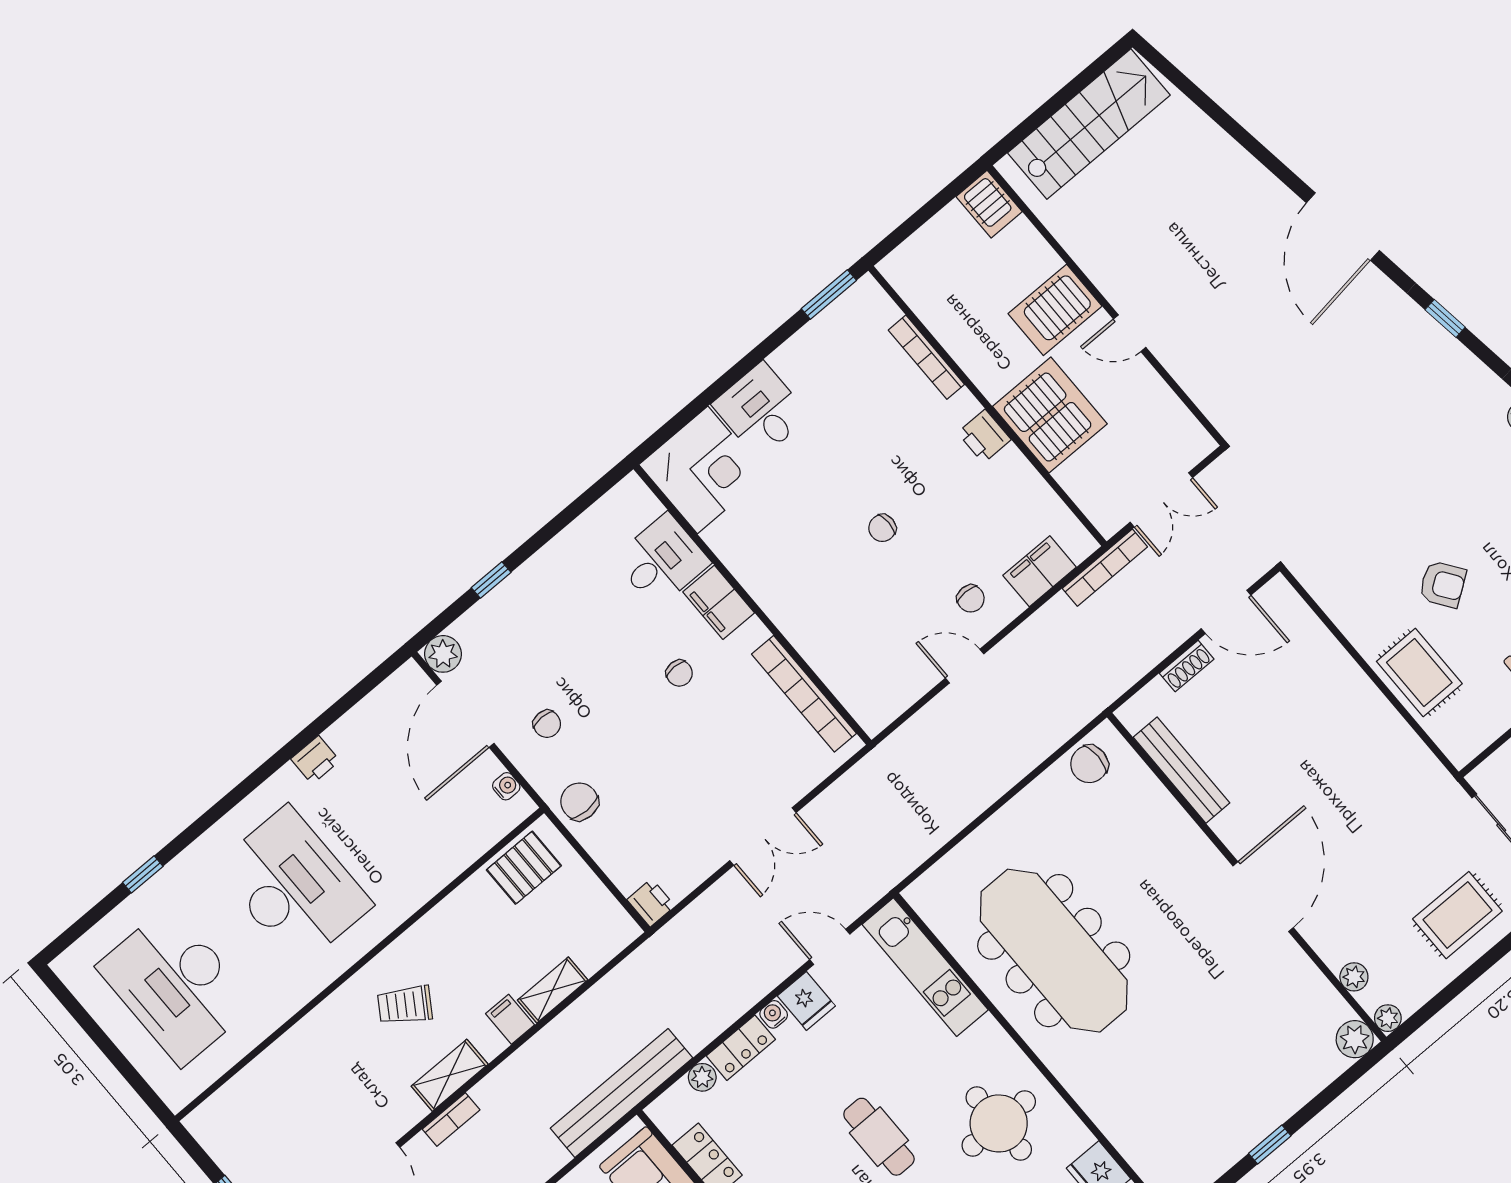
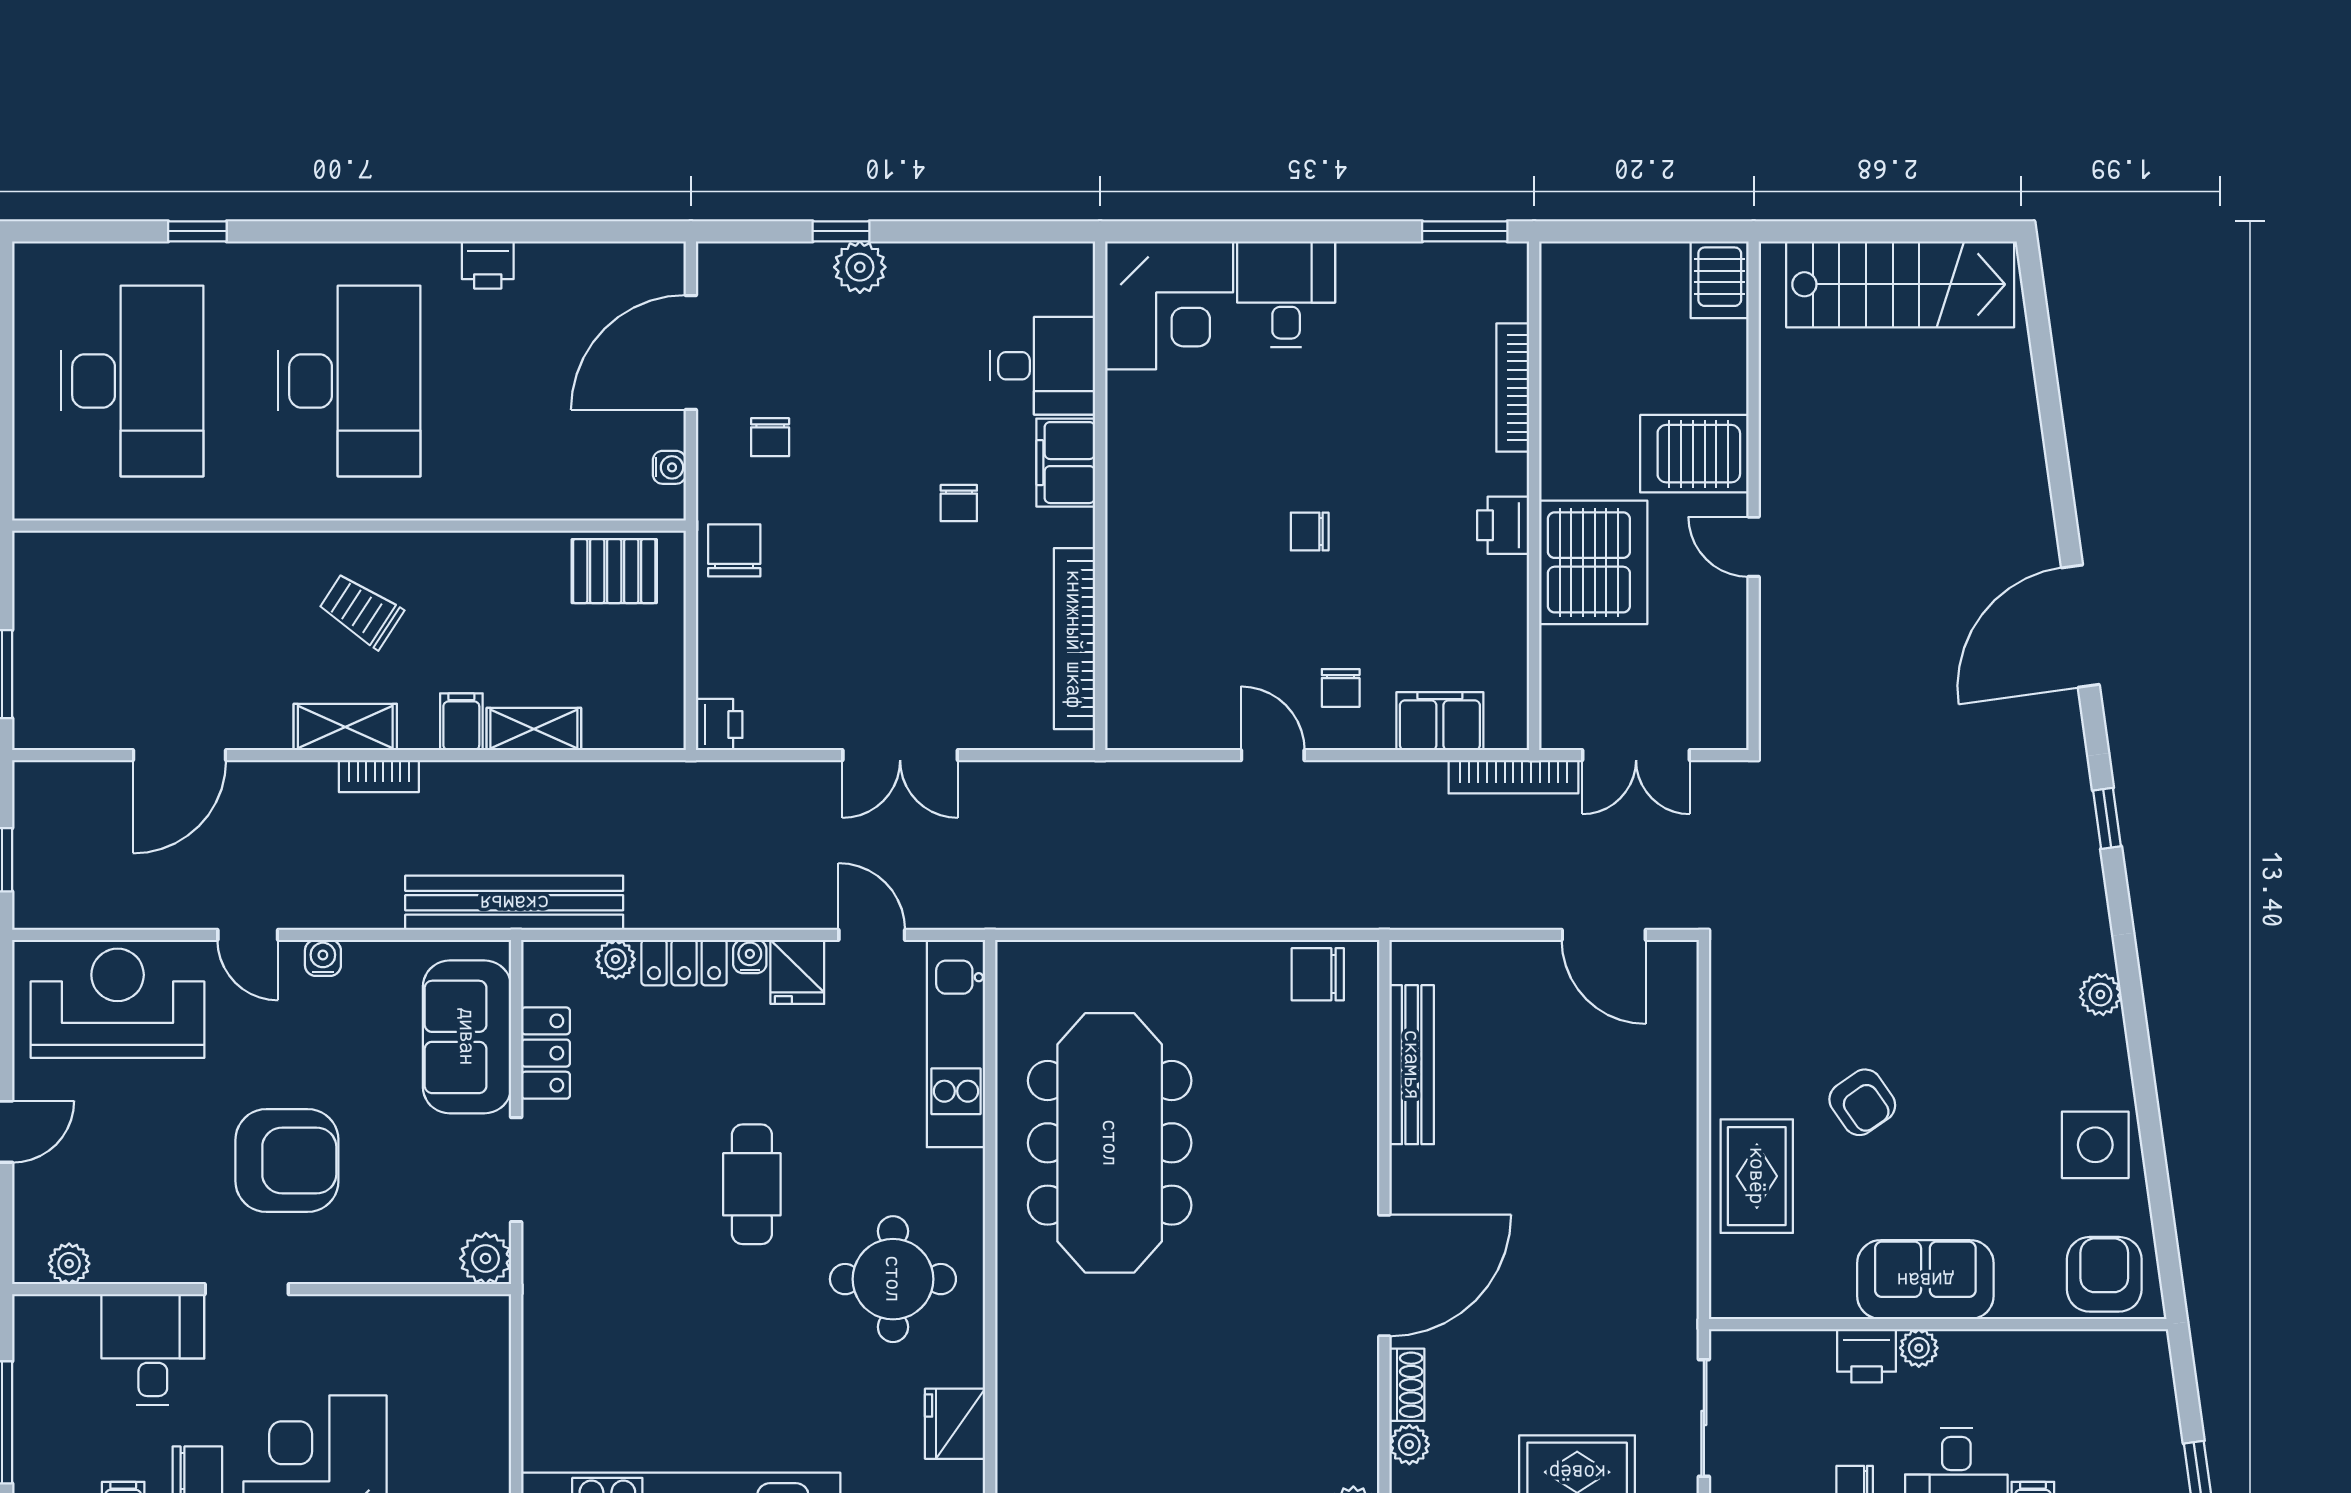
plant: (443, 654) -> (860, 267), moved
shoe rack: (1187, 666) -> (1407, 1385), moved, turned -90
desk: (176, 985) -> (132, 381), turned 180
bookcase: (451, 1119) -> (379, 776), moved

